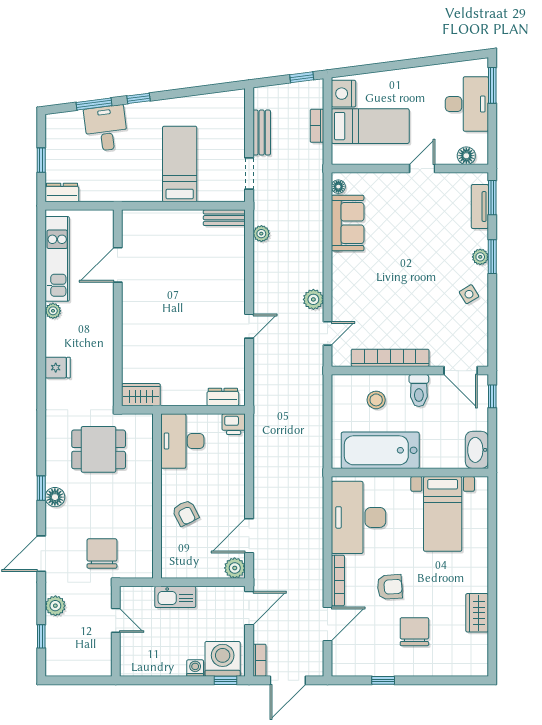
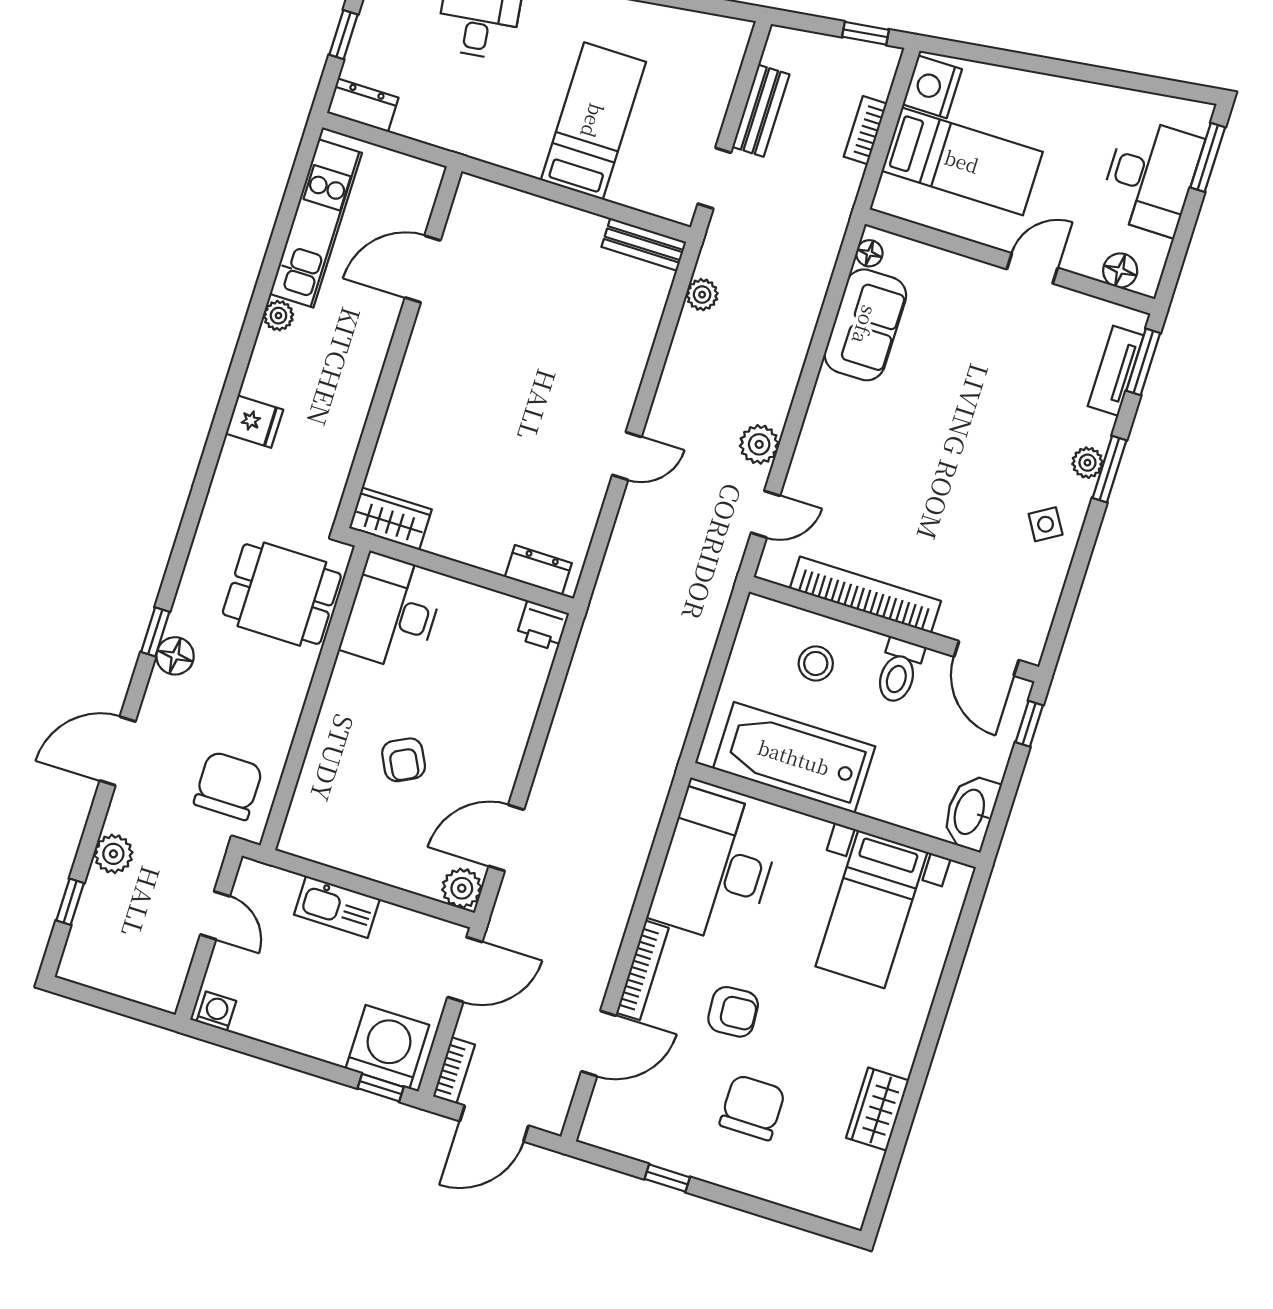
desk: (182, 441) -> (393, 612), moved
wall: (157, 496) -> (315, 698), moved
washing machine: (195, 668) -> (216, 1011), moved

